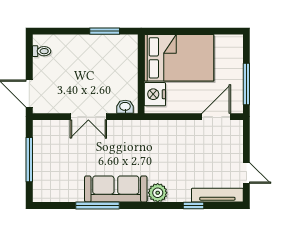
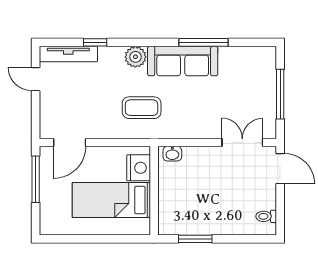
bed: (179, 58) -> (111, 200), width x0.67
double door: (88, 117) -> (242, 142), moved
coffee table: (152, 148) -> (142, 108), added

